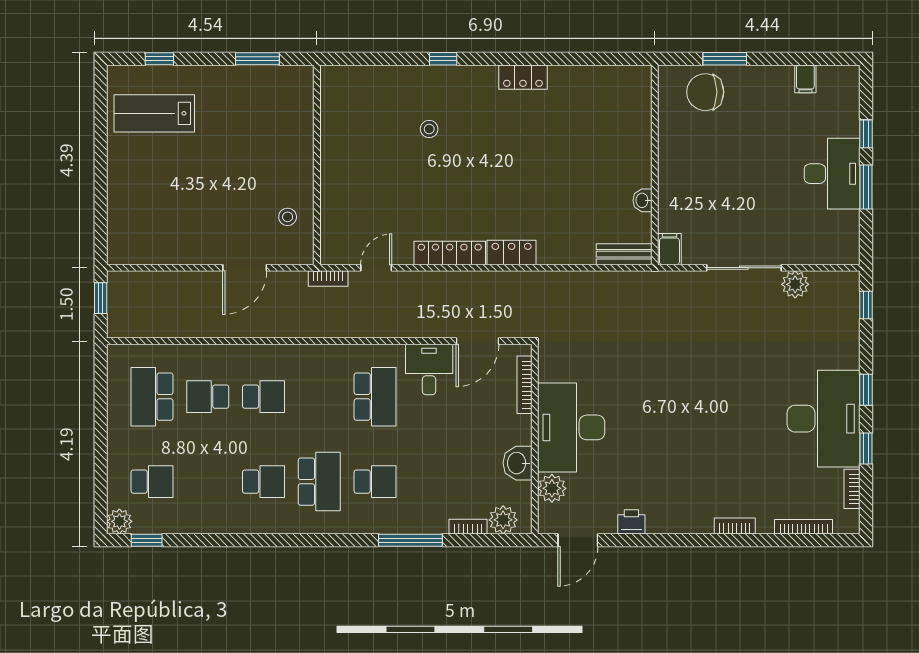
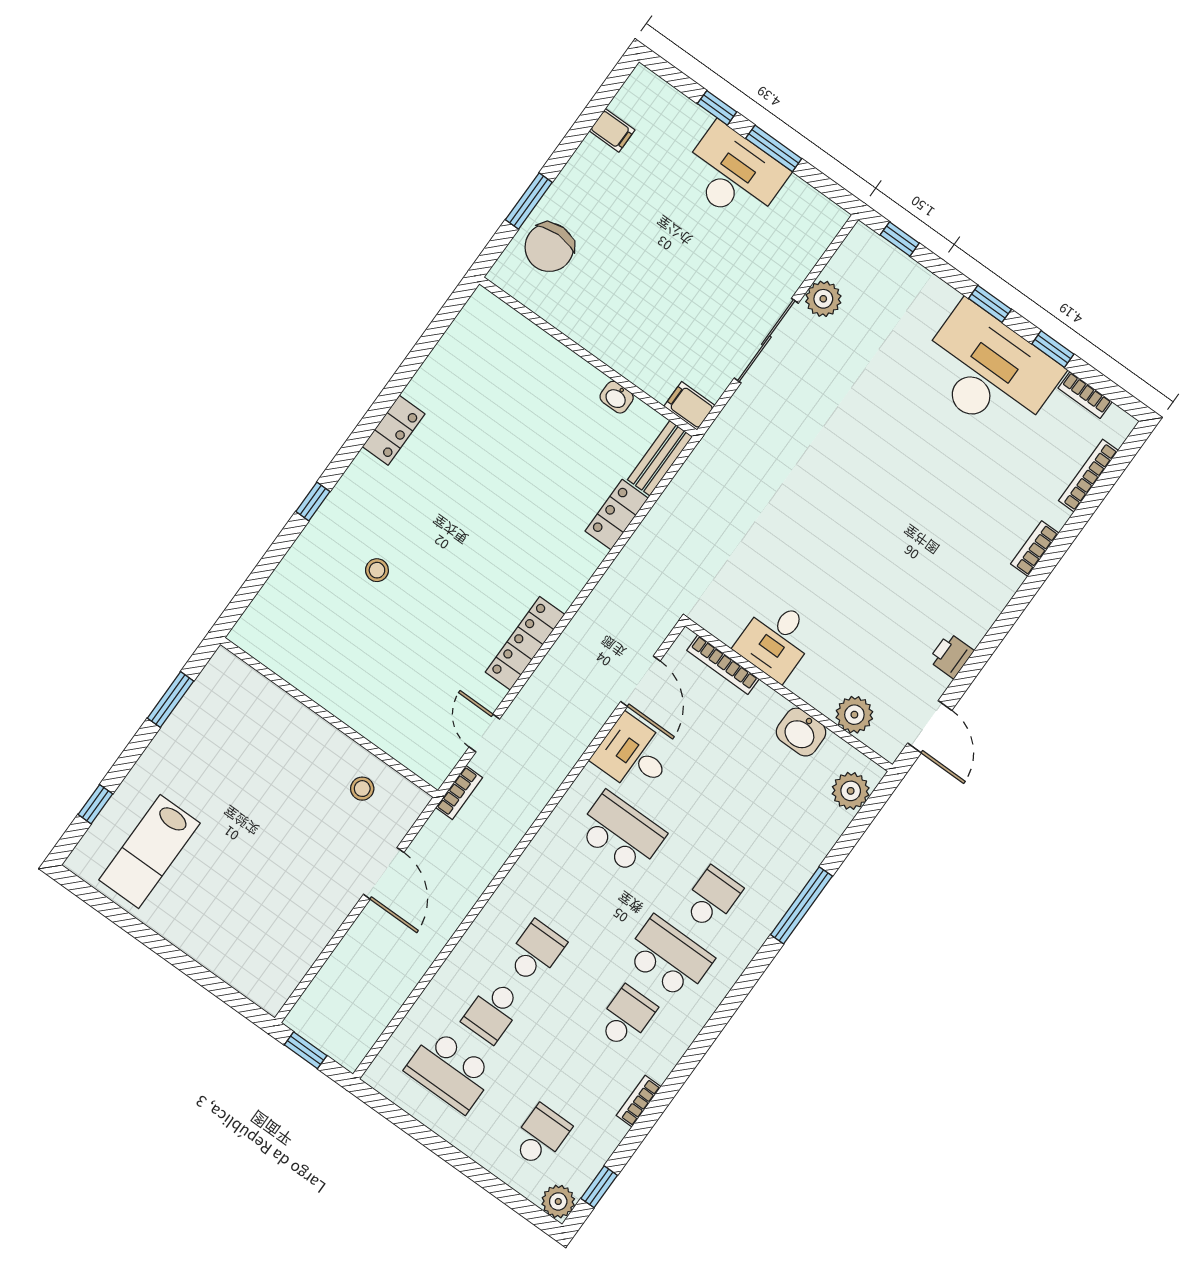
locker: (512, 252) -> (617, 515), moved
desk: (571, 427) -> (776, 640), width x0.53, depth x0.77
bookcase: (468, 527) -> (639, 1101), moved

